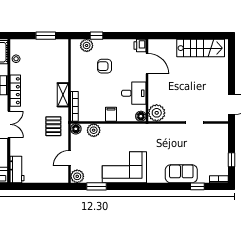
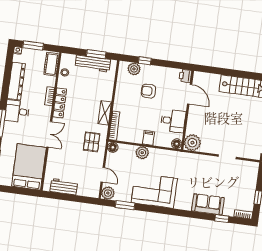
workbench: (44, 46) -> (93, 64), added
plant: (94, 130) -> (142, 153), moved
door: (69, 158) -> (103, 175), swing flipped
workbench: (17, 169) -> (64, 187), moved, turned -90

